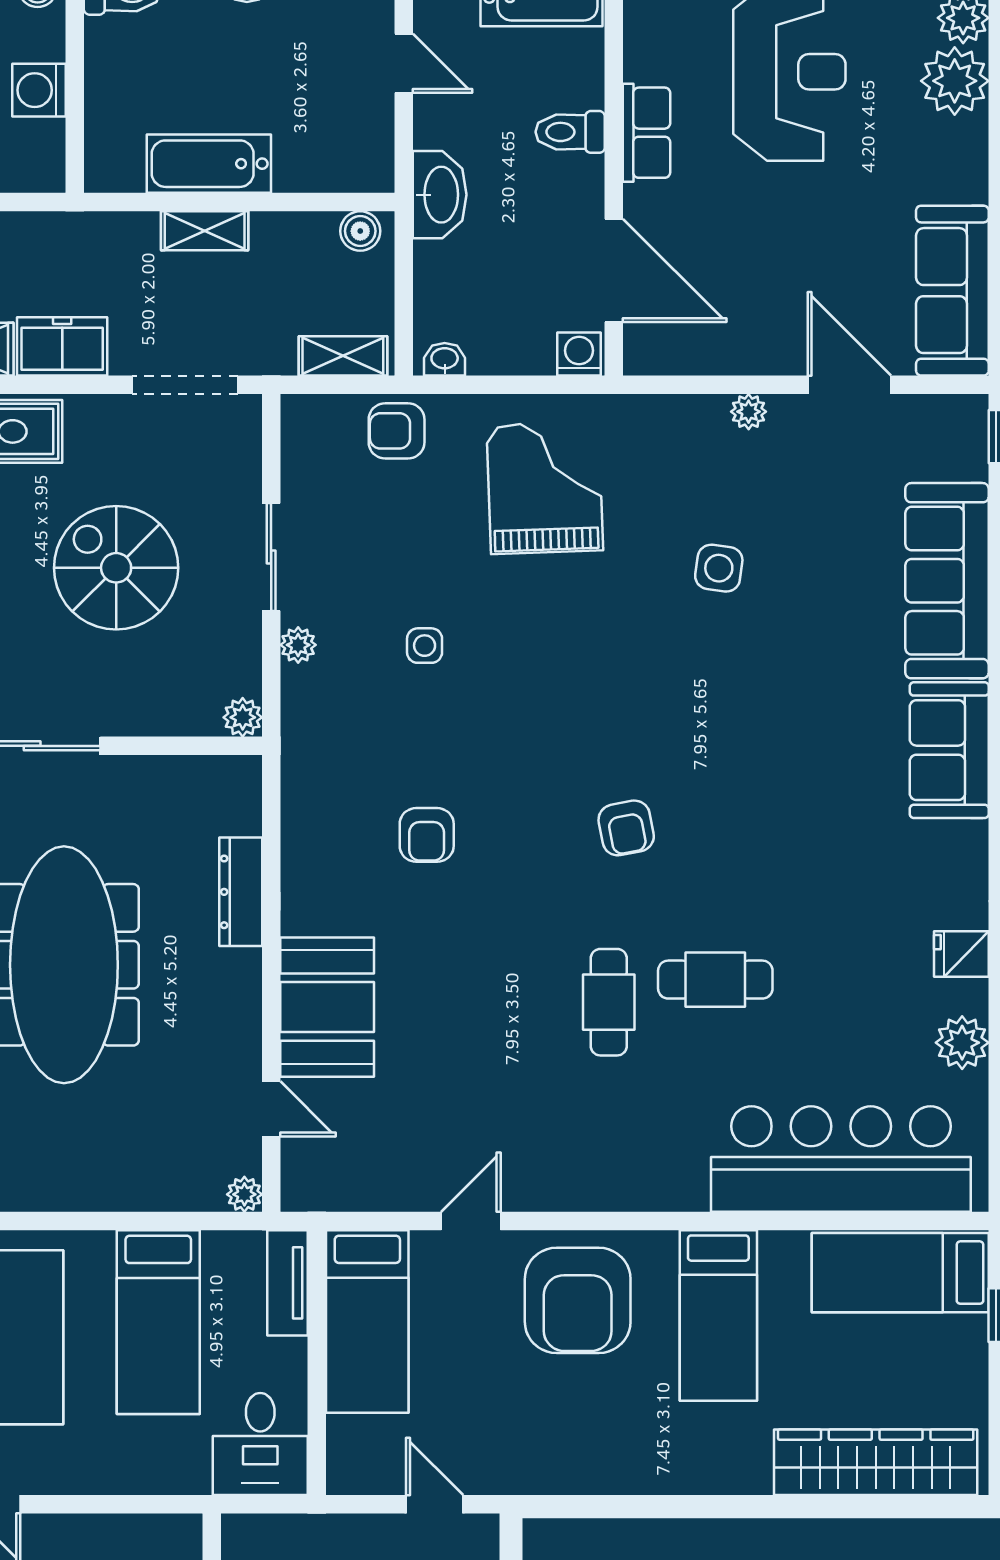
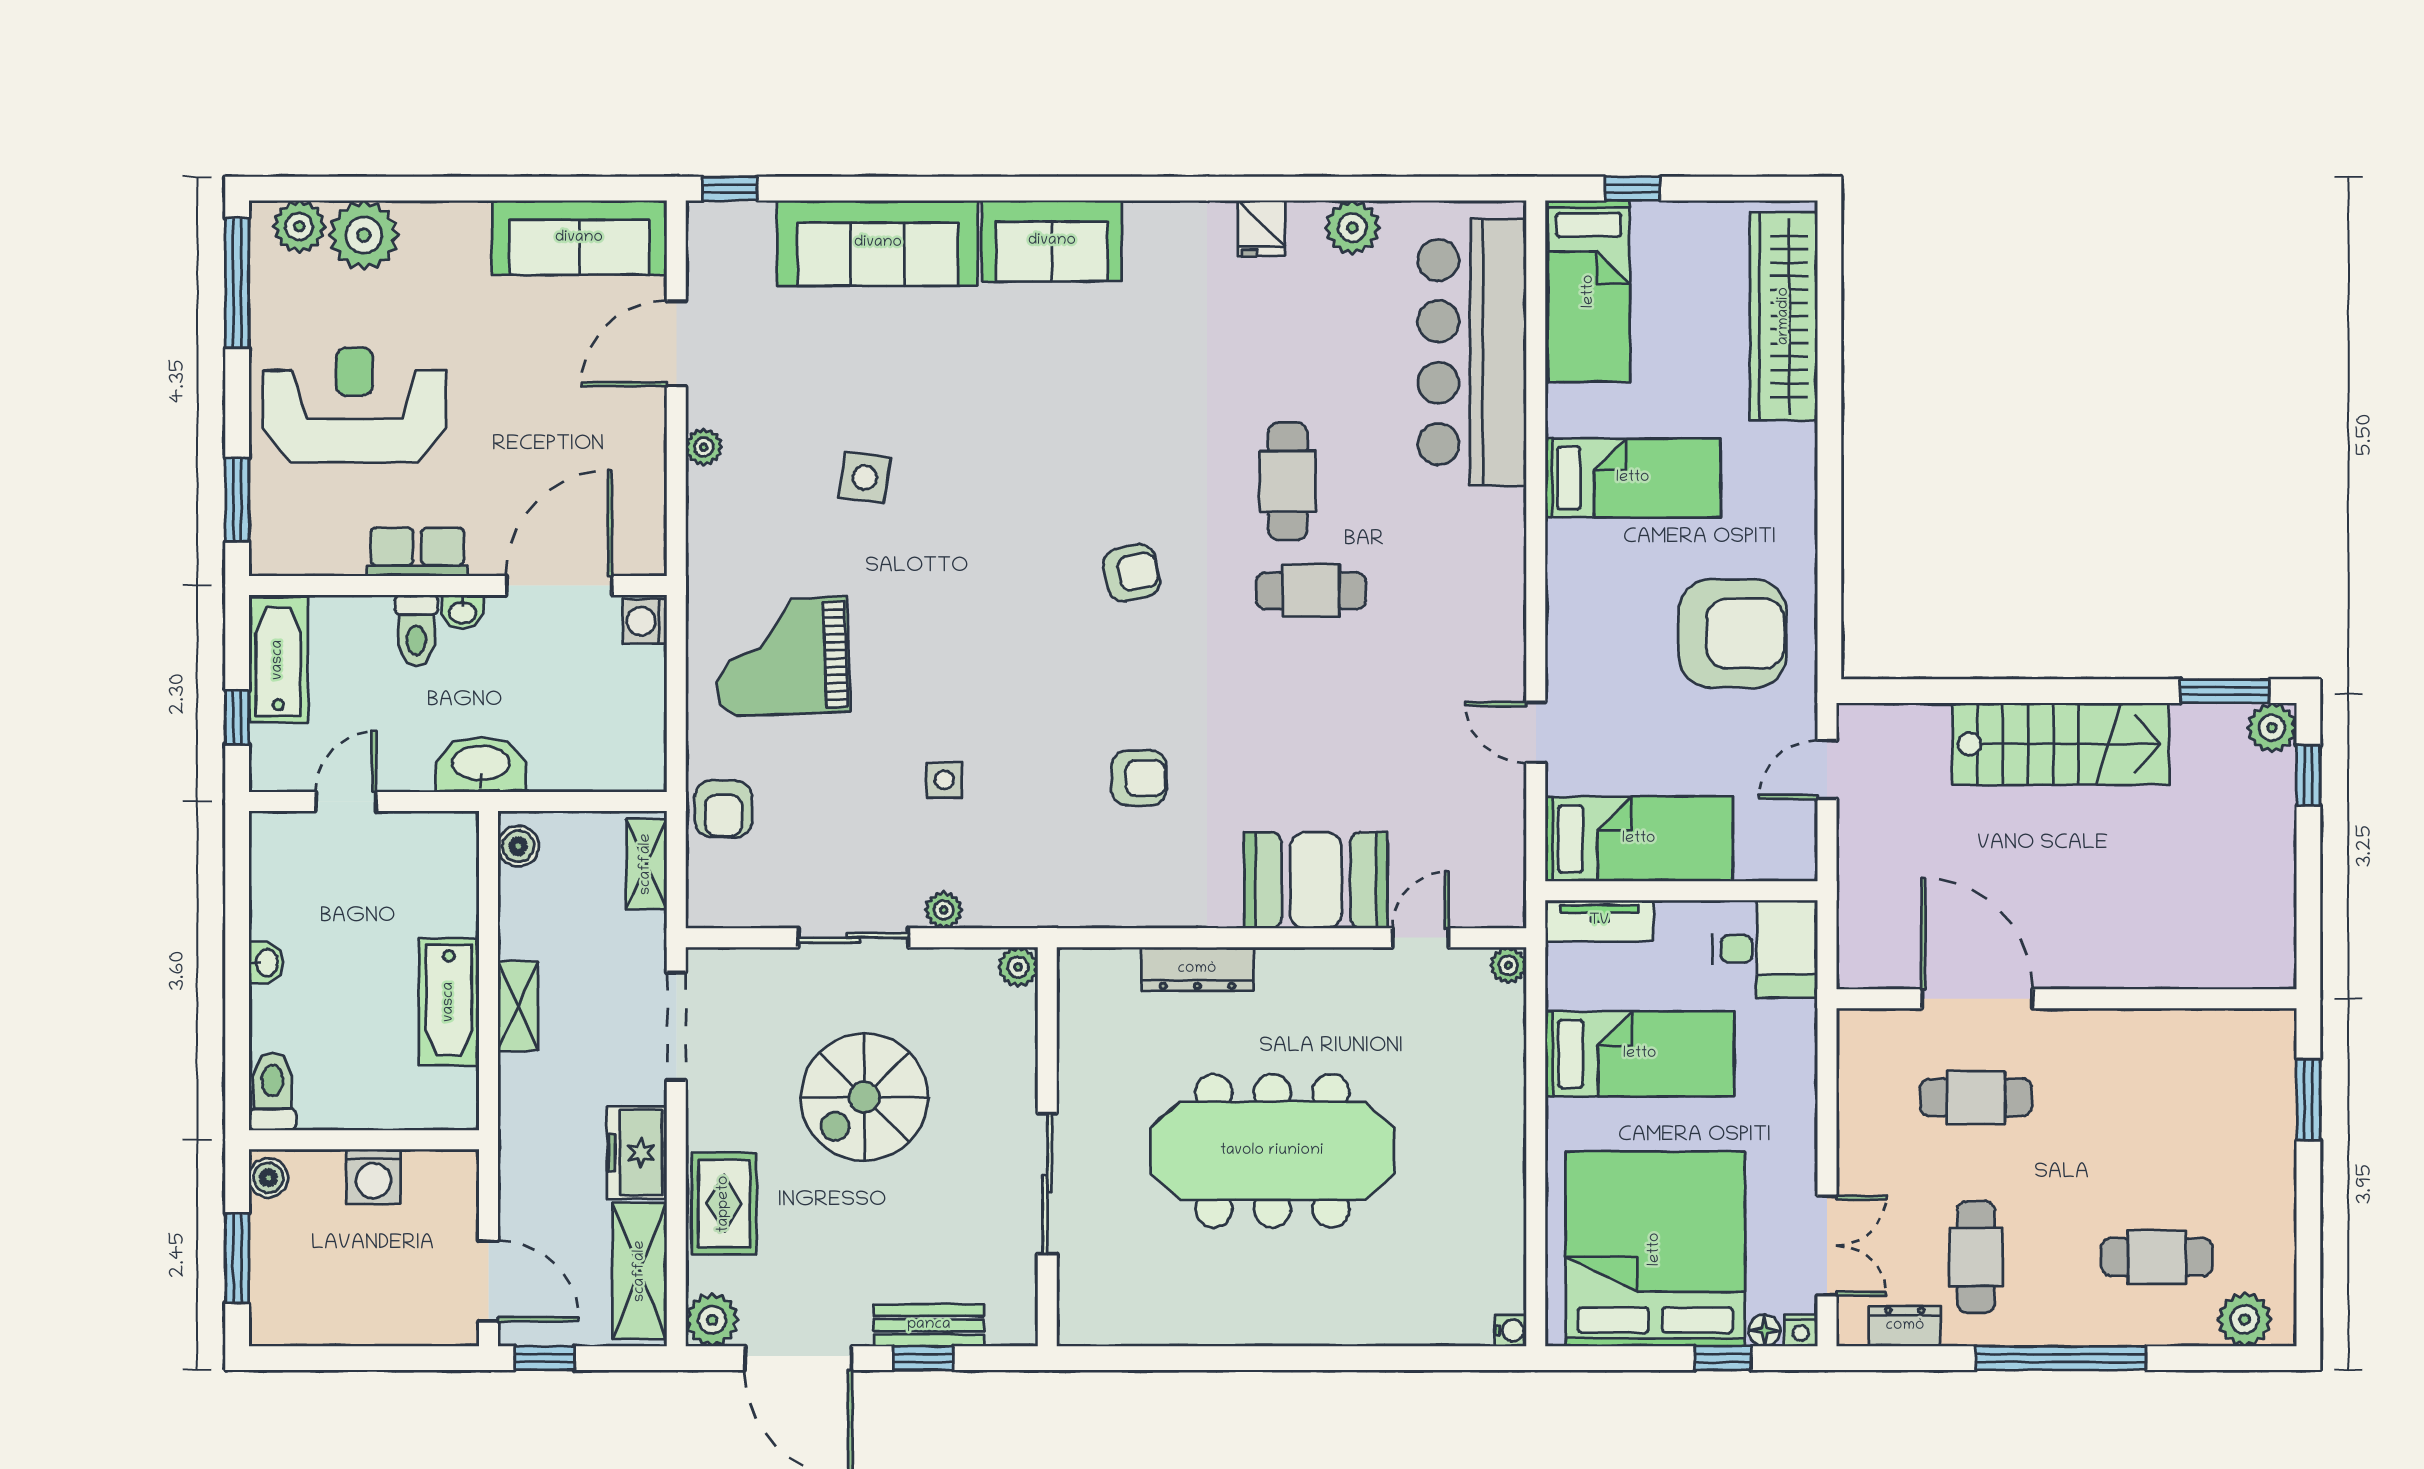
washbasin: (445, 359) -> (463, 612), moved, turned -90
armchair: (578, 1300) -> (1732, 633), moved

